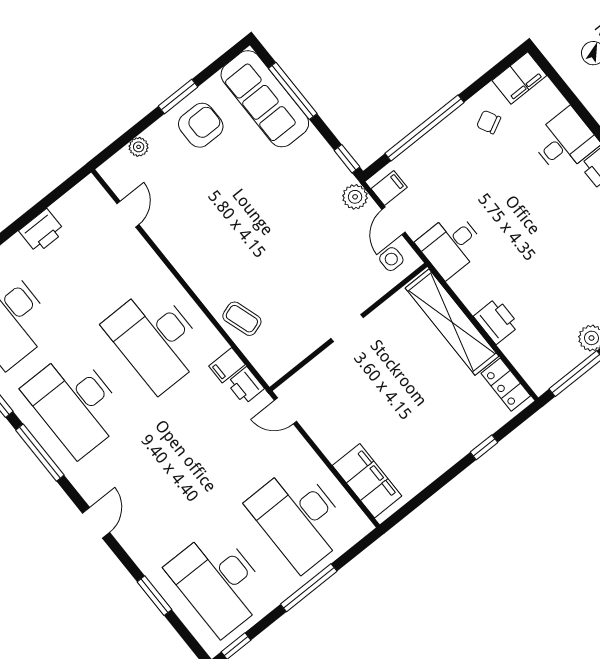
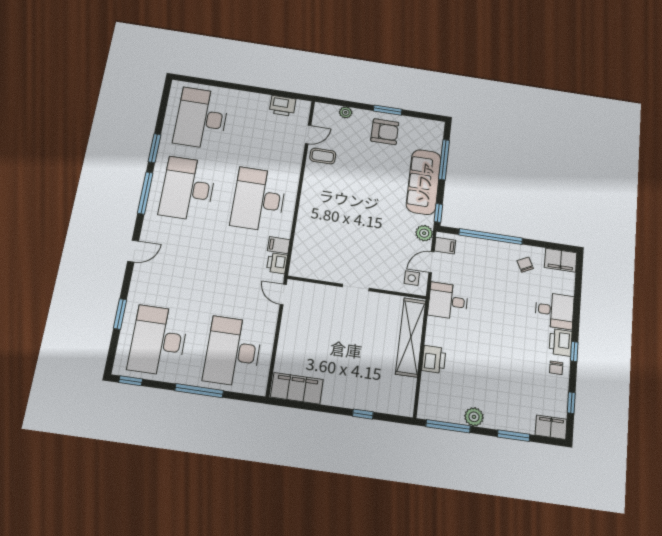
sofa: (265, 99) -> (424, 182), moved
printer: (42, 231) -> (283, 106), moved
coffee table: (242, 319) -> (323, 156), moved, turned -72
locker: (506, 385) -> (406, 395), removed
filing cabinet: (367, 481) -> (297, 388), moved, turned -90

